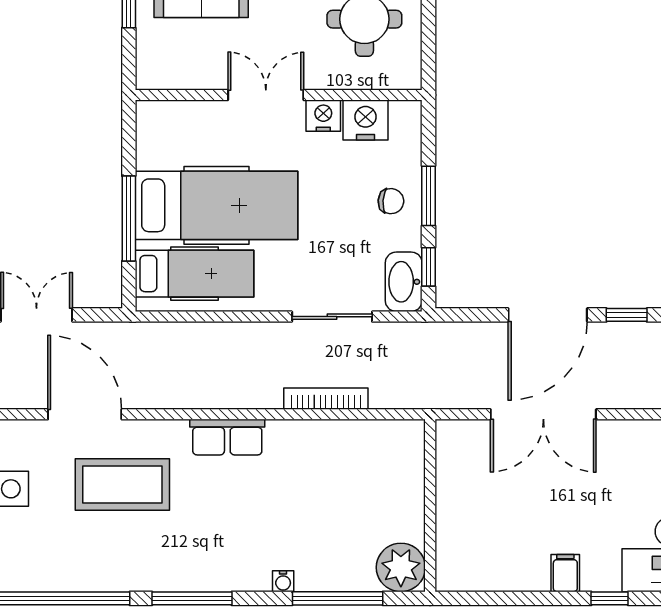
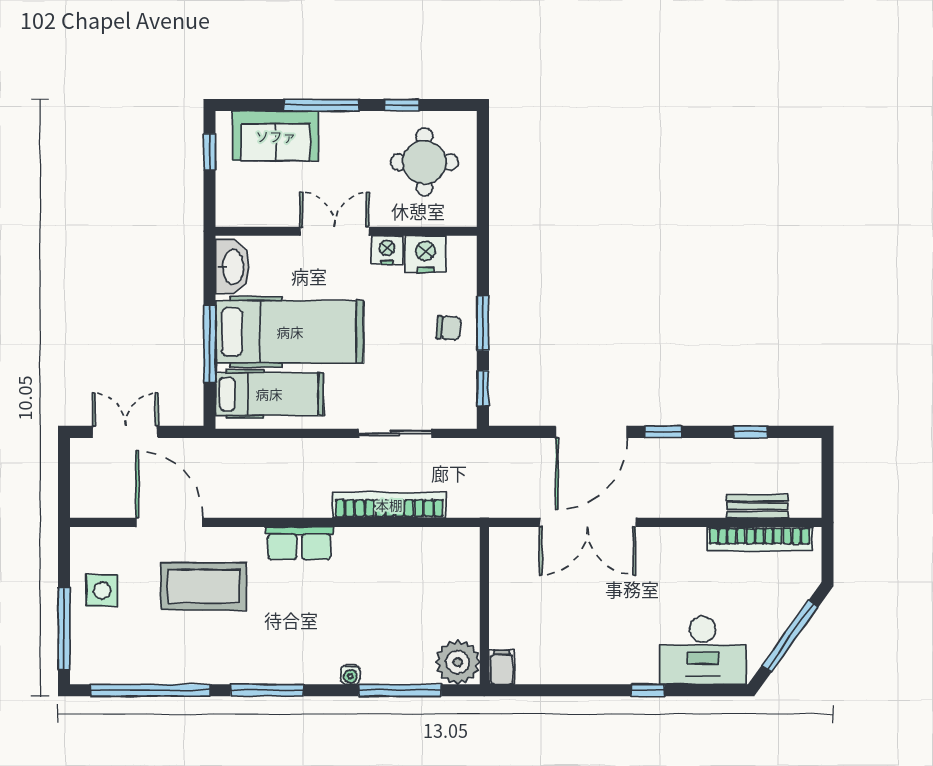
washbasin: (404, 282) -> (232, 267), moved, turned 180
bookcase: (326, 399) -> (389, 505), width x1.48, depth x1.31
filing cabinet: (565, 573) -> (502, 667), moved

